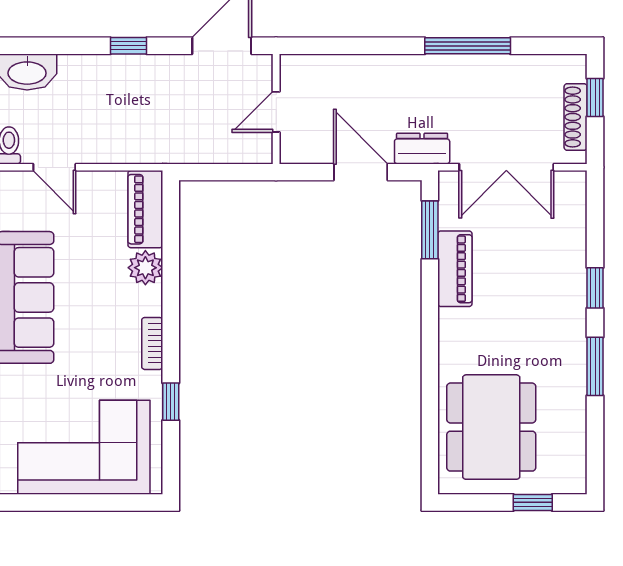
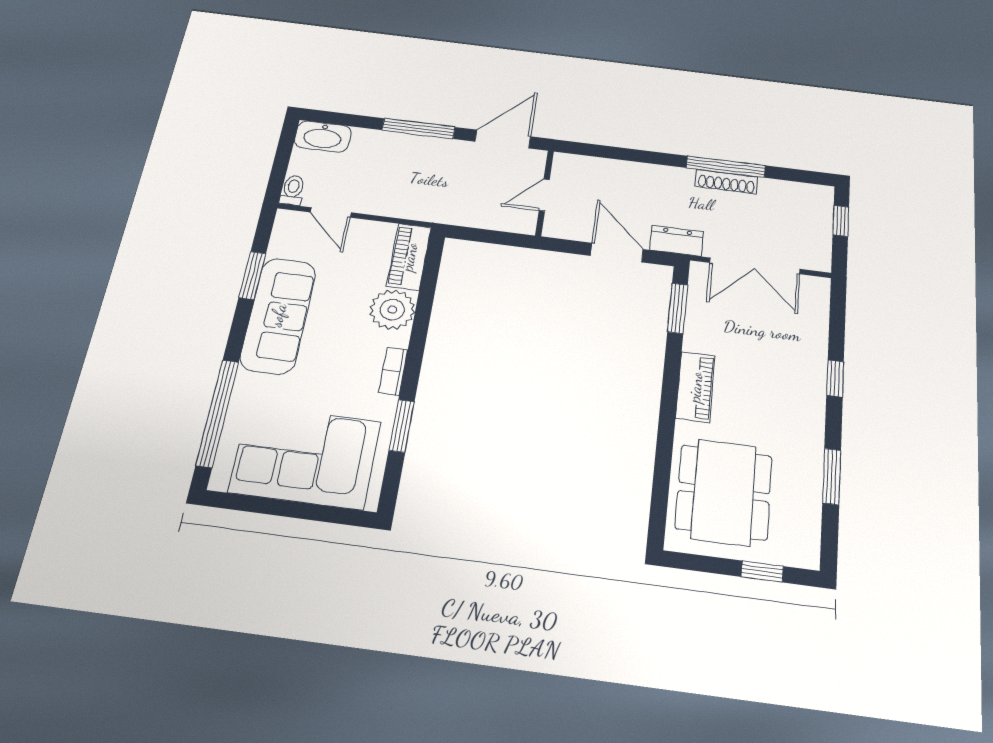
window: (128, 46) -> (419, 129), width x2.17
shoe rack: (576, 117) -> (726, 182), moved, turned -90
plant: (145, 268) -> (392, 310), width x1.36, depth x1.36
piano: (455, 269) -> (695, 387), moved
window: (595, 366) -> (832, 476), moved
window: (171, 402) -> (402, 426), width x1.50

